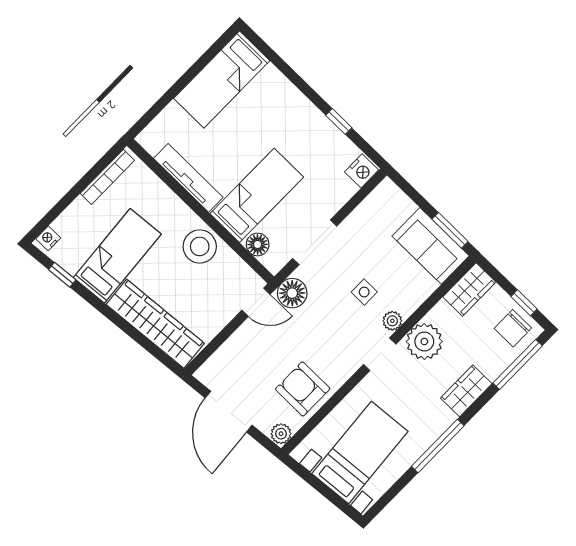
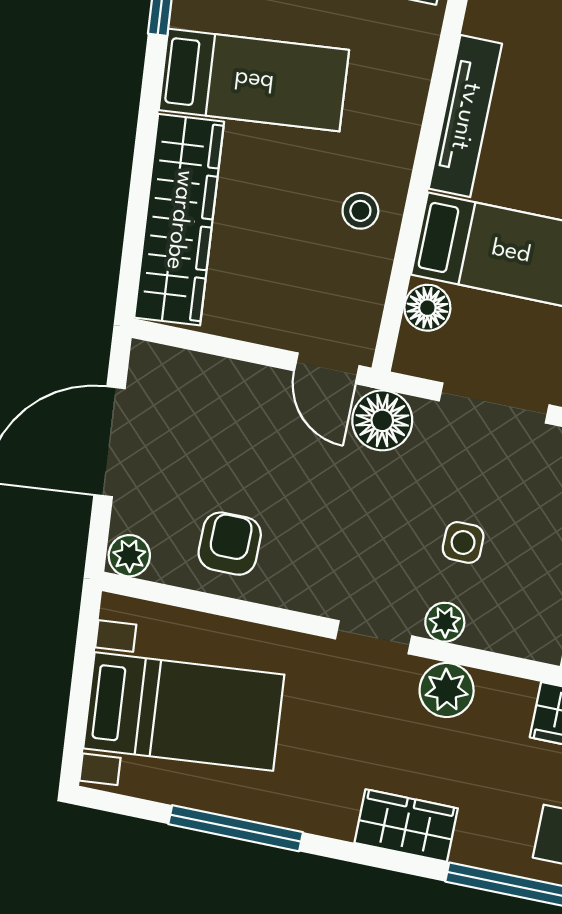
stool: (200, 246) -> (360, 211), width x0.53, depth x0.53
plant: (424, 341) -> (447, 690), width x0.73, depth x0.73
armchair: (303, 389) -> (230, 544), width x0.72, depth x0.72
window: (438, 446) -> (236, 828), moved

